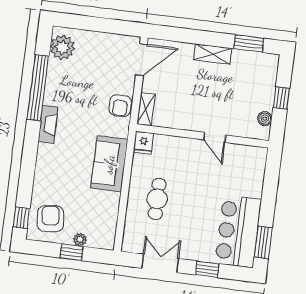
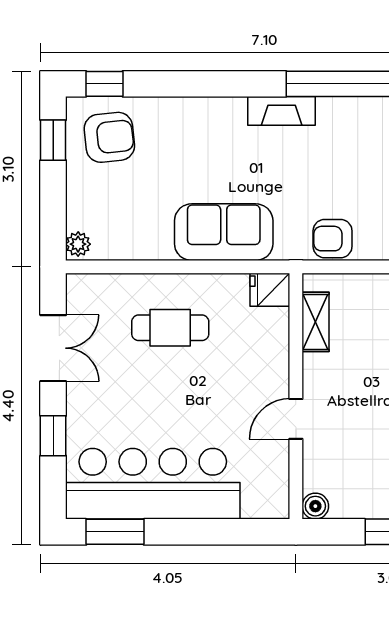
shelving: (146, 109) -> (316, 322), moved, turned 90
boiler: (265, 119) -> (315, 506), moved
bar counter: (238, 231) -> (153, 484), width x1.36
plant: (80, 240) -> (78, 244), moved
window: (72, 252) -> (53, 140), moved

